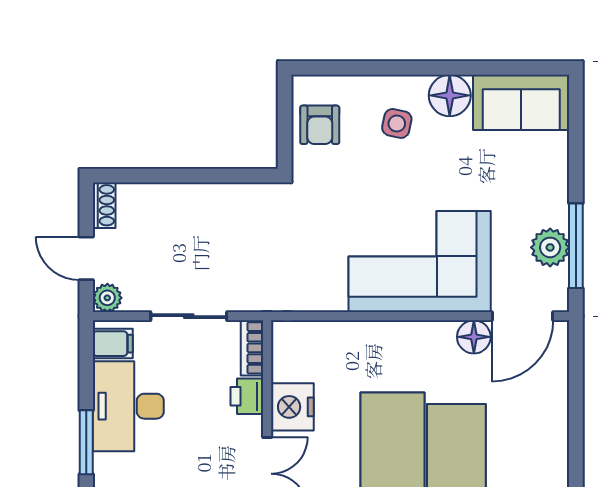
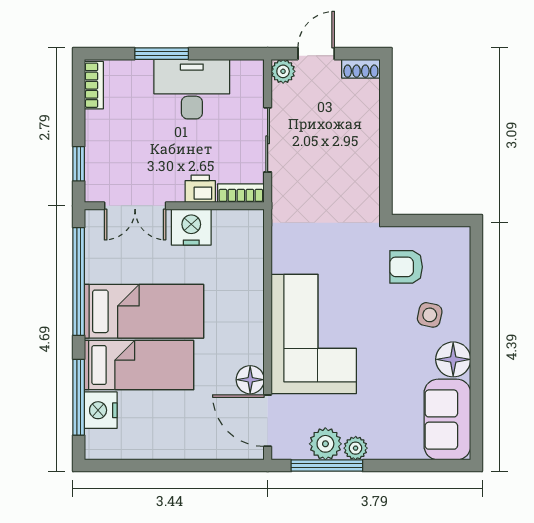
armchair: (320, 125) -> (406, 267), moved
plant: (555, 212) -> (356, 448), added
filing cabinet: (113, 344) -> (245, 76), removed

